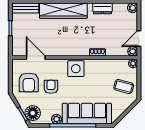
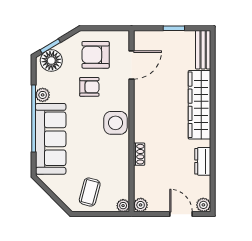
door: (139, 39) -> (181, 214), moved

